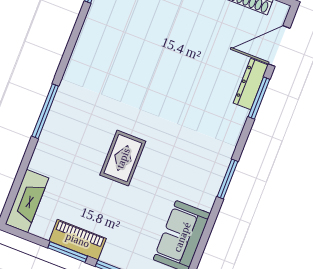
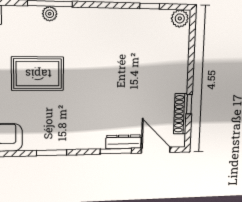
plant: (57, 116) -> (50, 14), added
rug: (123, 158) -> (38, 74), width x1.36, depth x1.43

